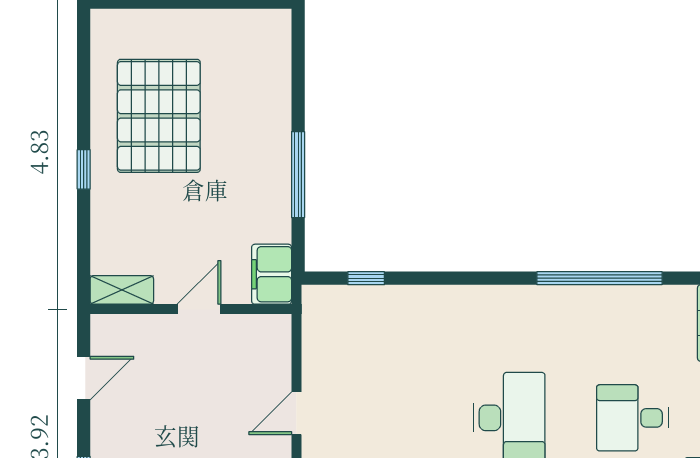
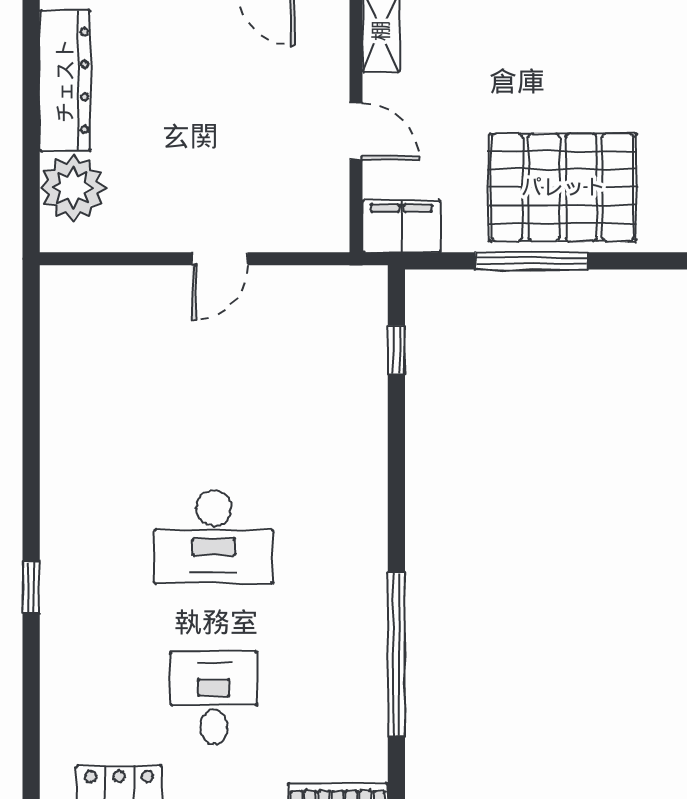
pallet: (159, 116) -> (563, 187), moved
door: (296, 413) -> (220, 259), swing flipped

